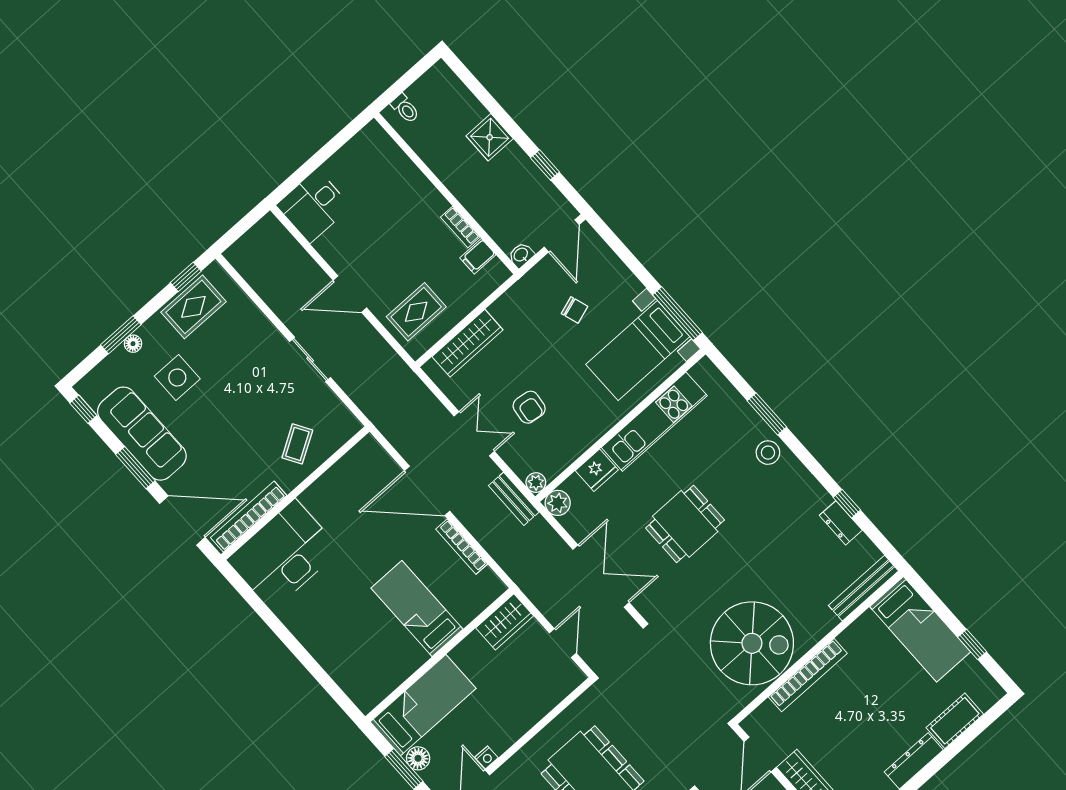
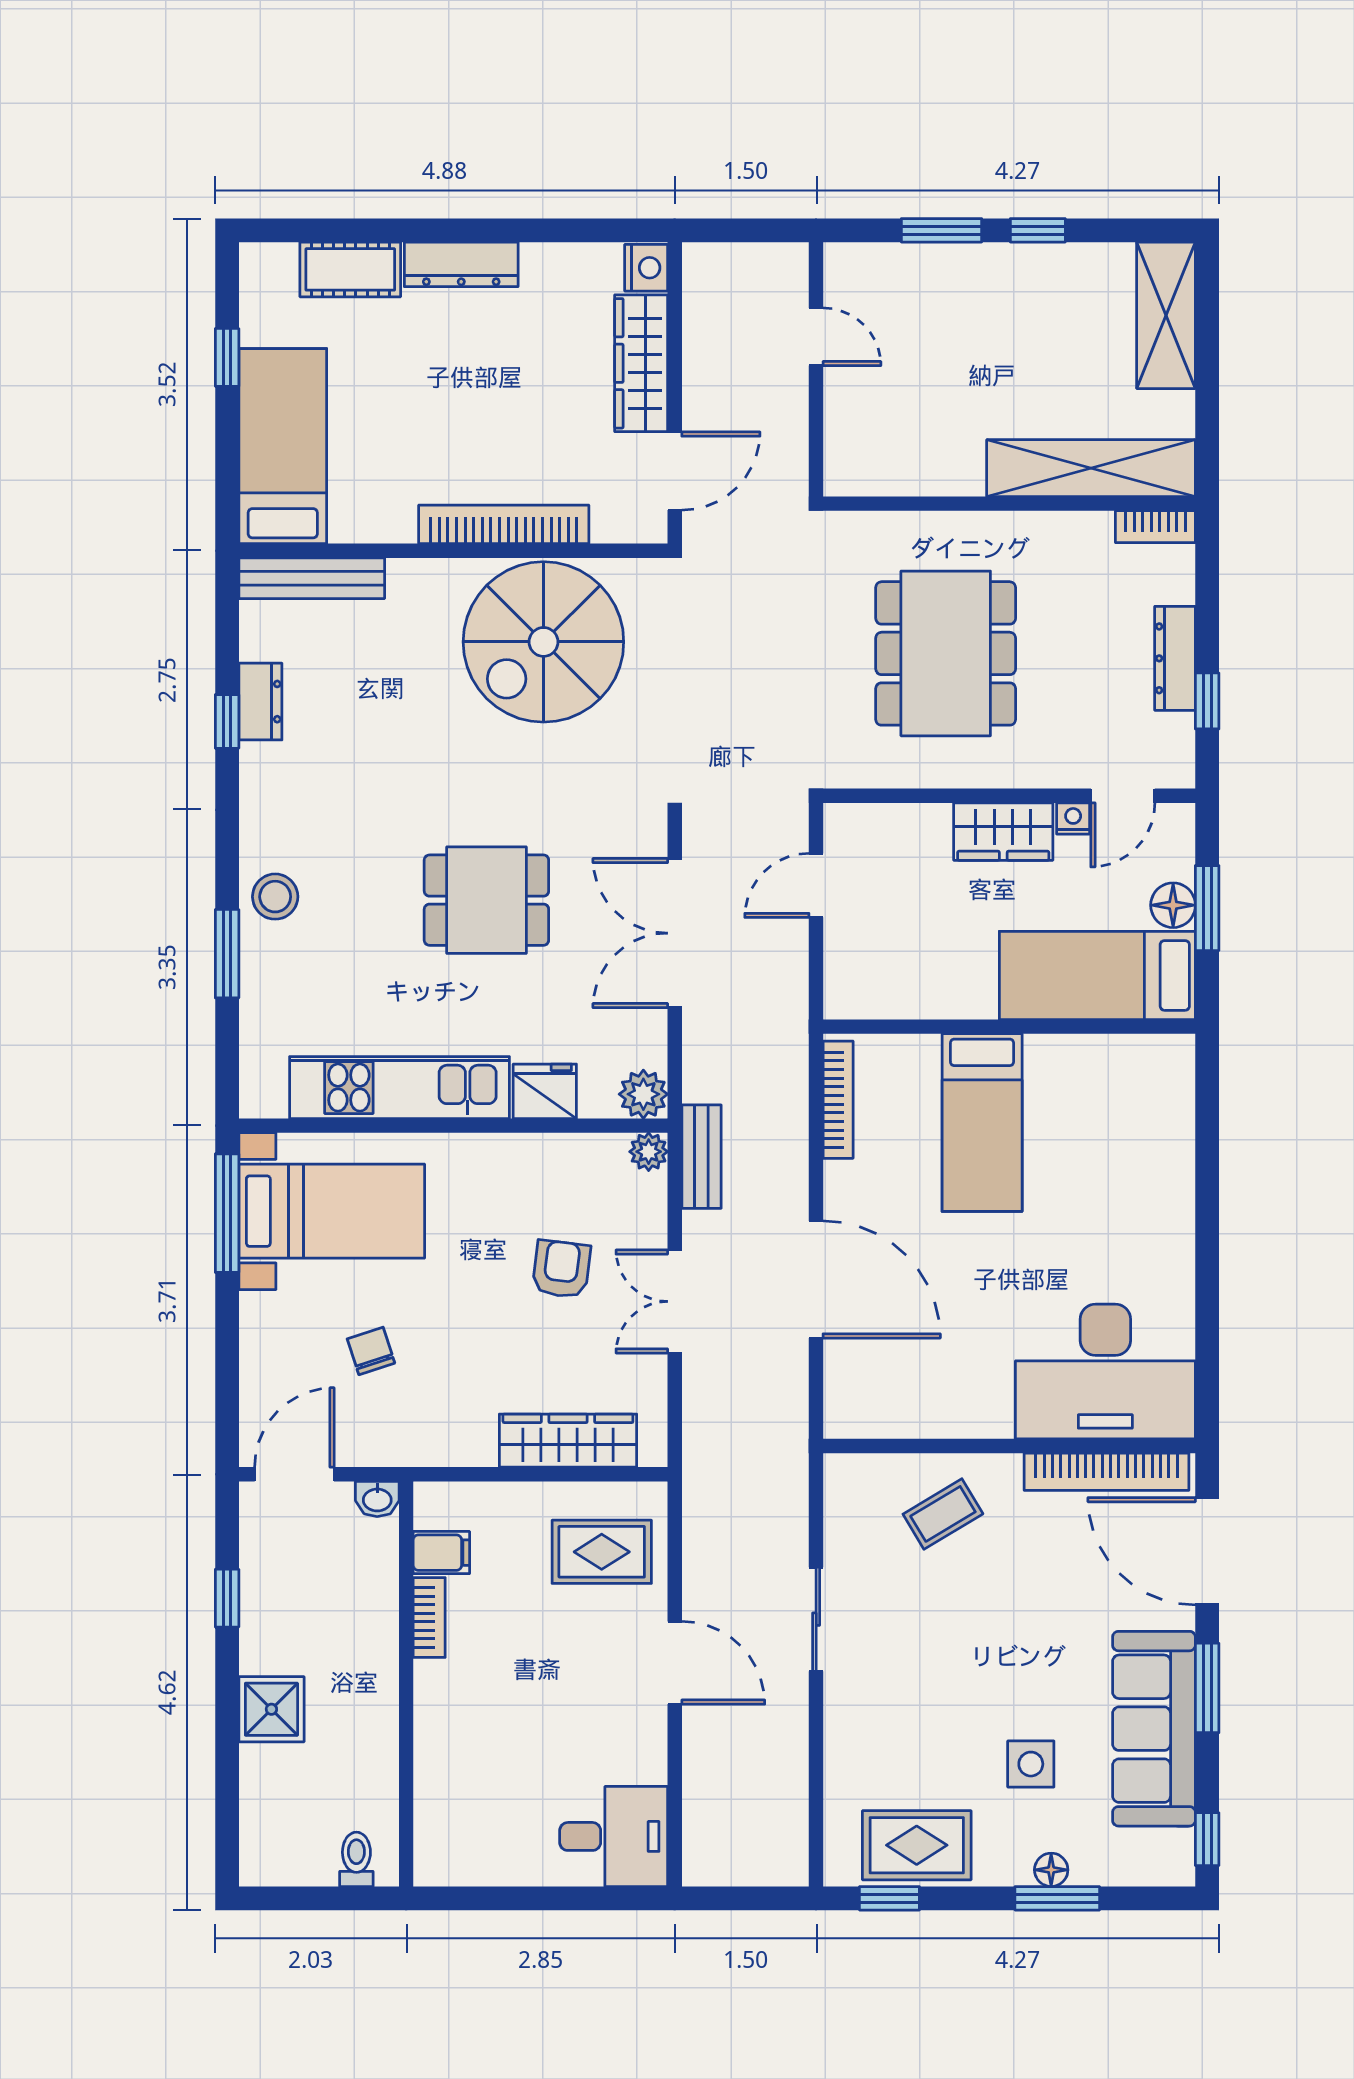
side table: (177, 378) -> (1031, 1764), width x0.73, depth x0.73
bookcase: (462, 547) -> (838, 1100), moved
wardrobe: (505, 622) -> (1003, 832), moved, turned 180
spiral stairs: (752, 643) -> (543, 642), turned -90

